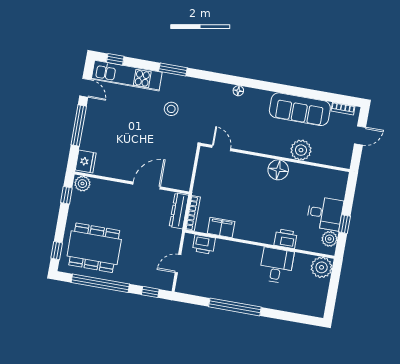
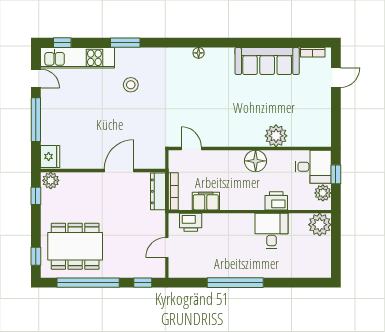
door: (221, 148) -> (191, 148), moved
plant: (301, 150) -> (276, 136), moved
wall: (275, 158) -> (250, 148), moved
floor lamp: (278, 170) -> (256, 161), moved

